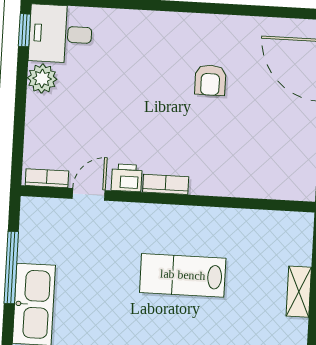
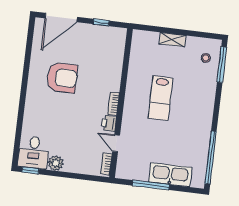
armchair: (210, 80) -> (62, 78), width x1.88, depth x1.88

